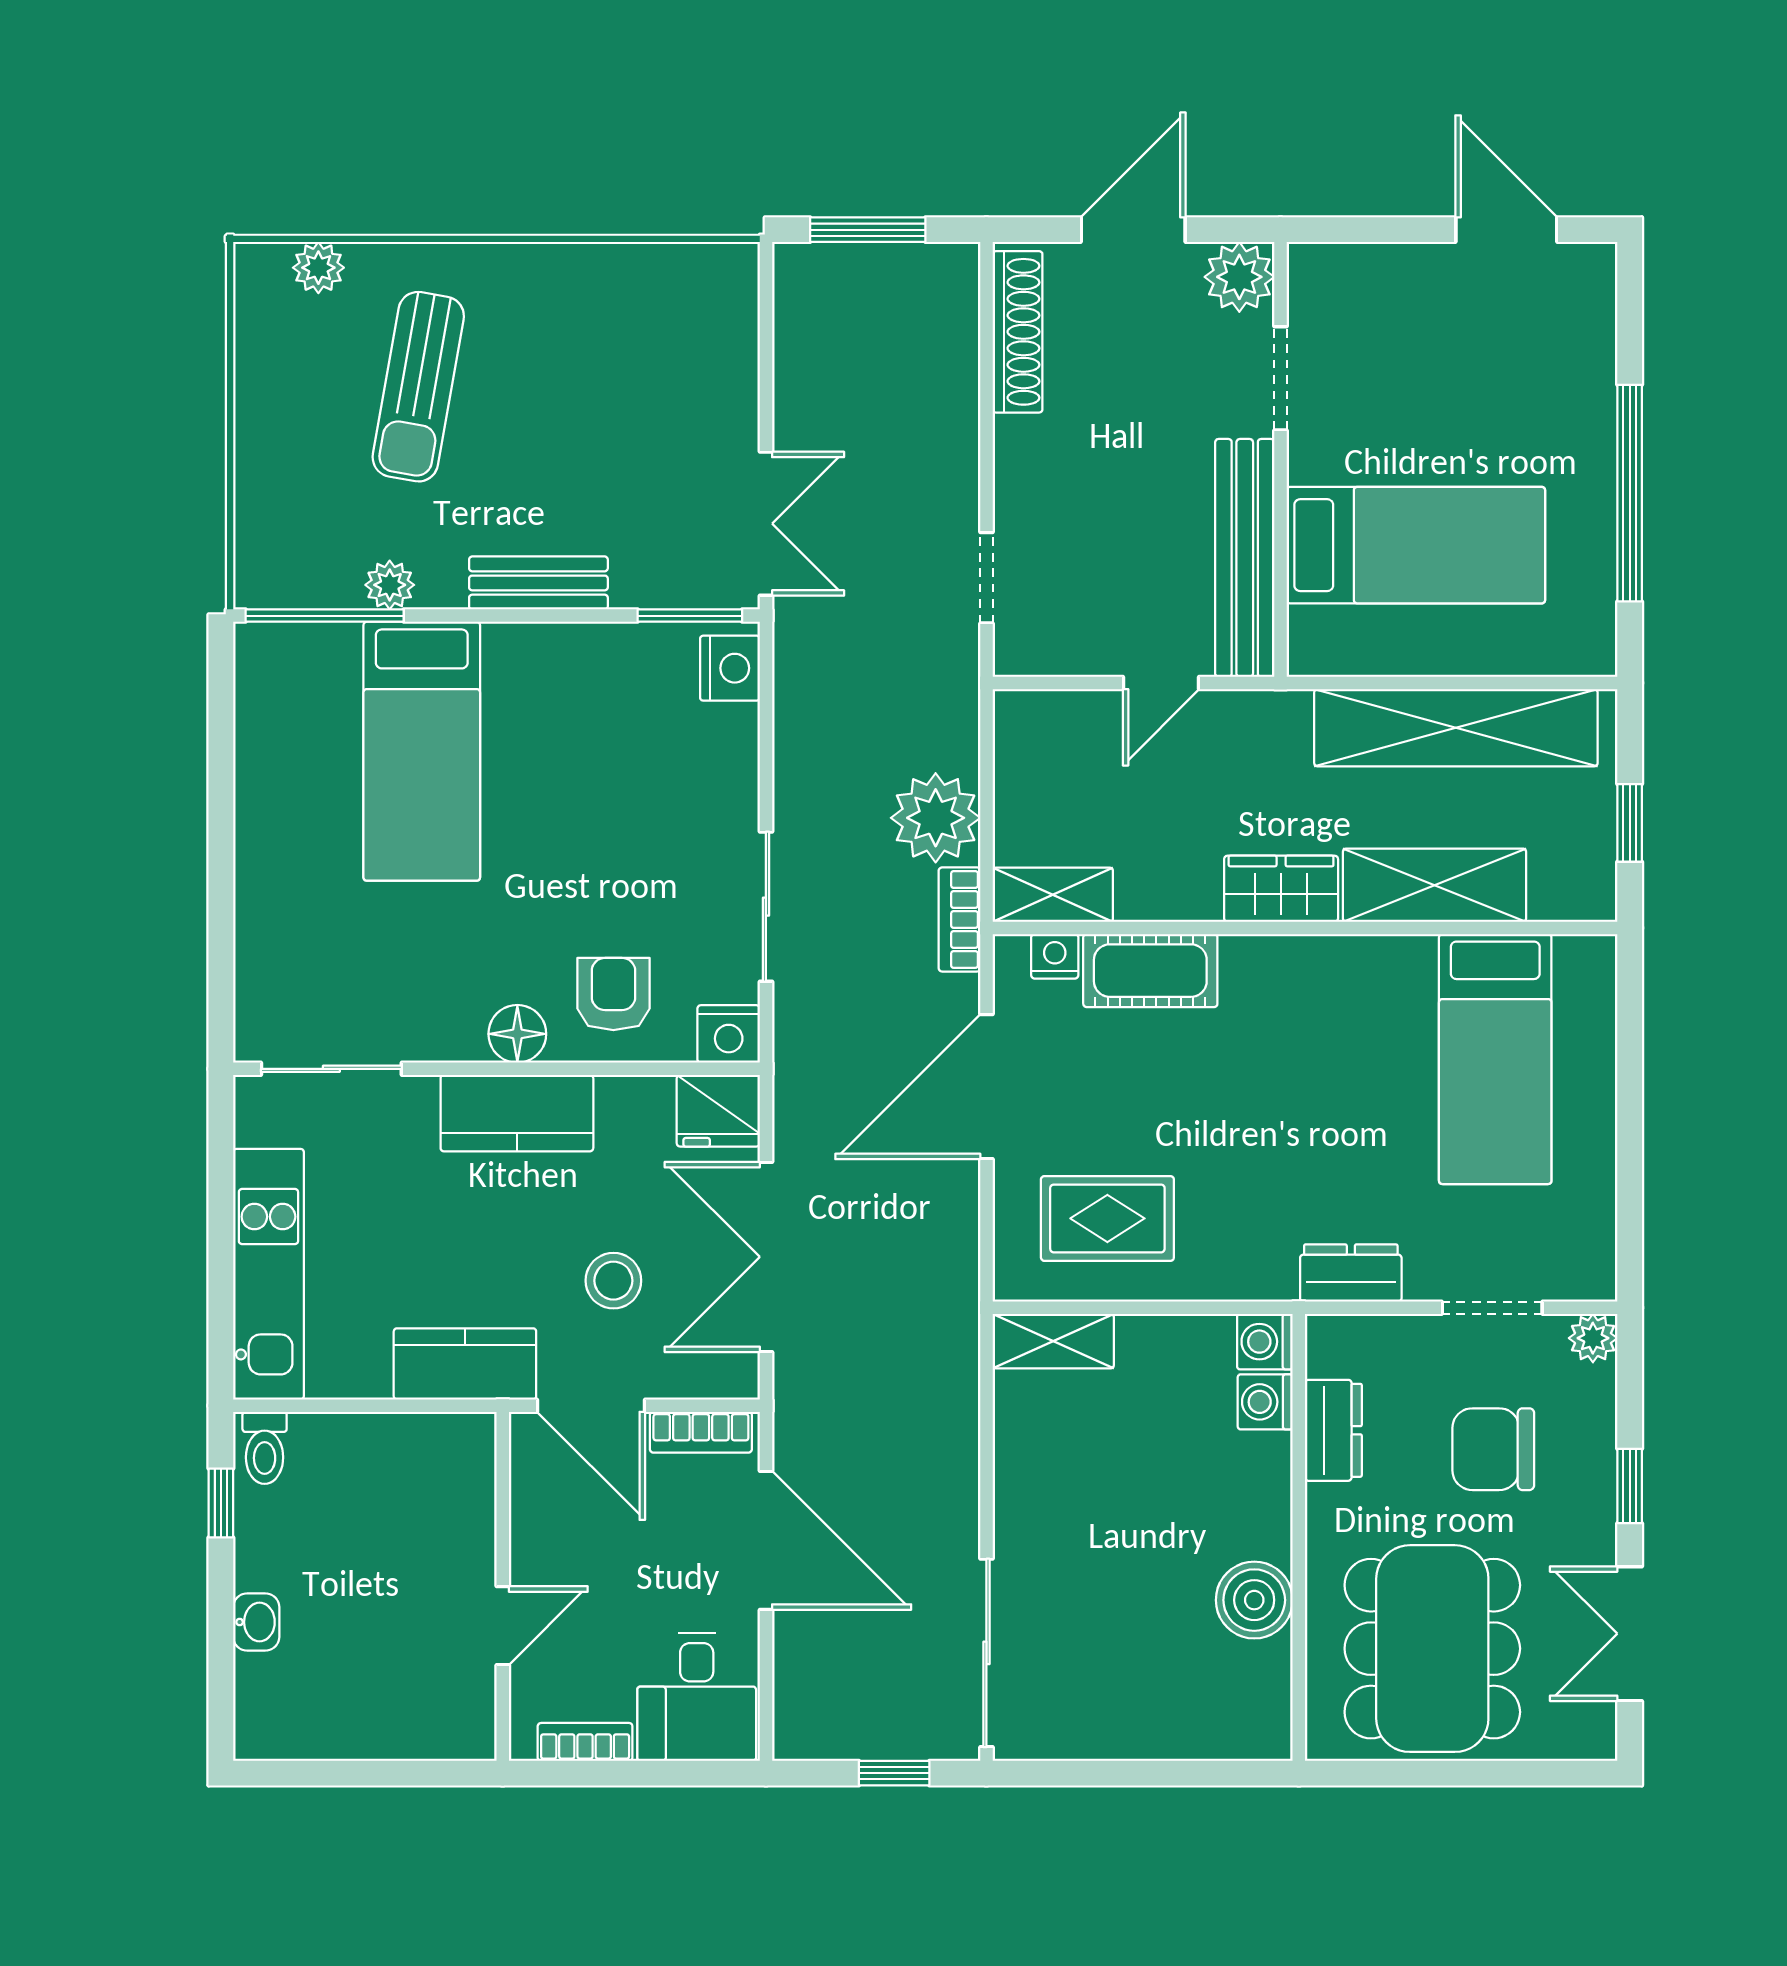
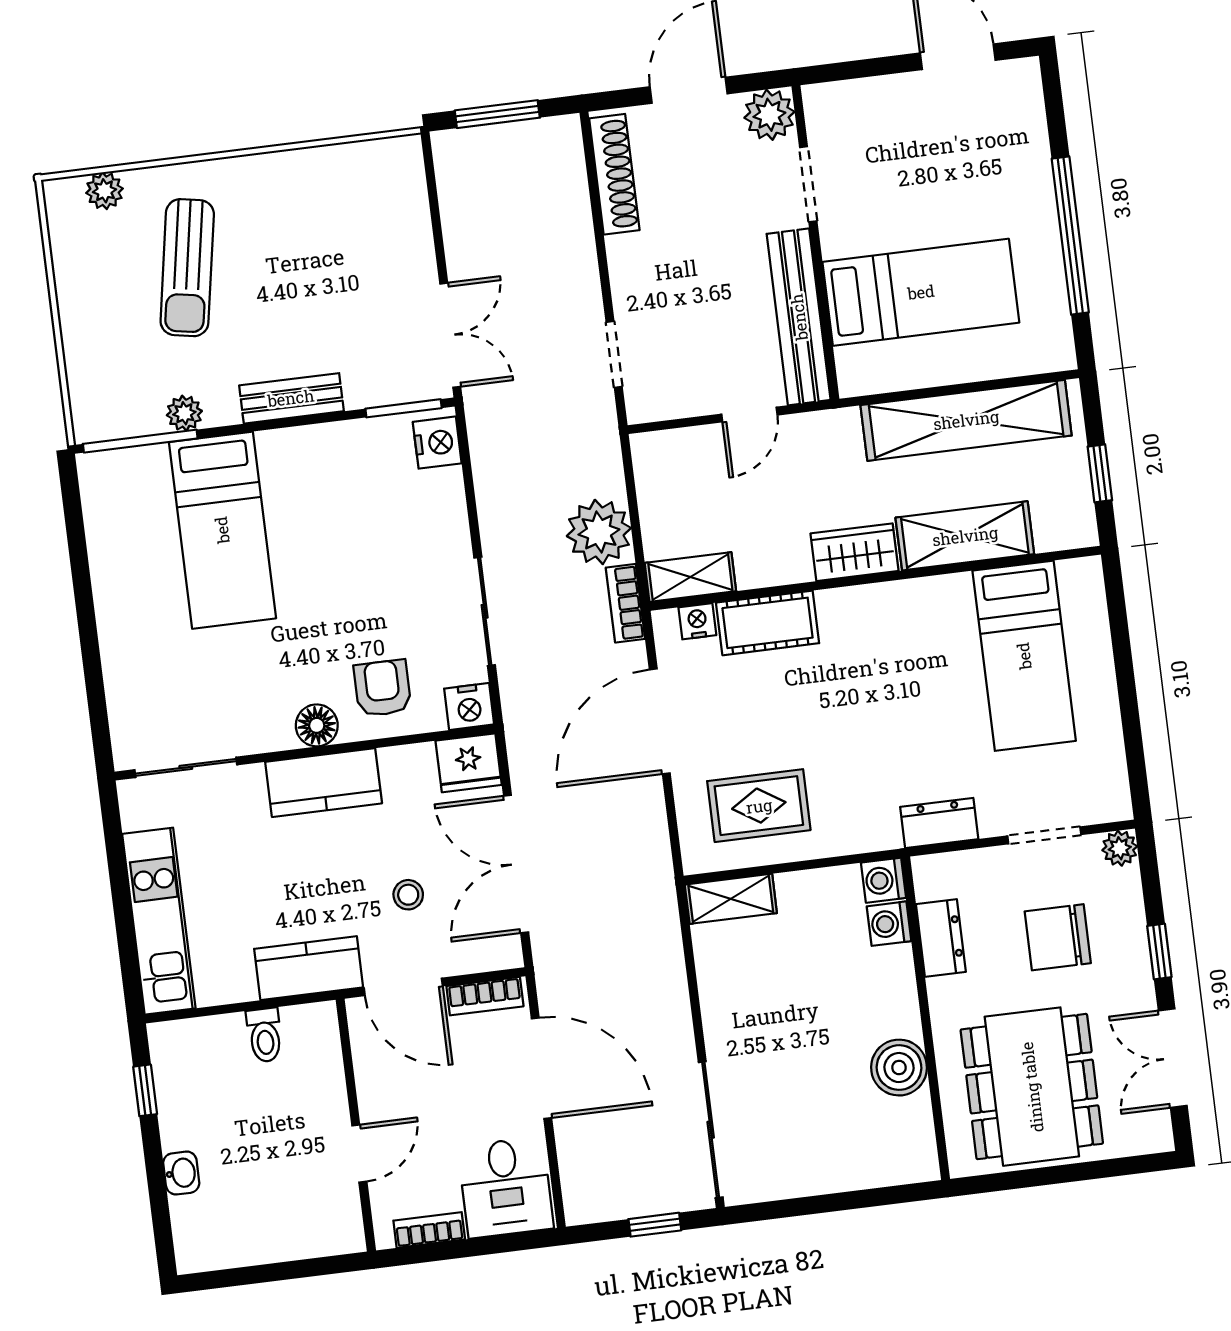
stool: (613, 1281) -> (408, 895), width x0.73, depth x0.73
toilet: (265, 1448) -> (265, 1035), moved

